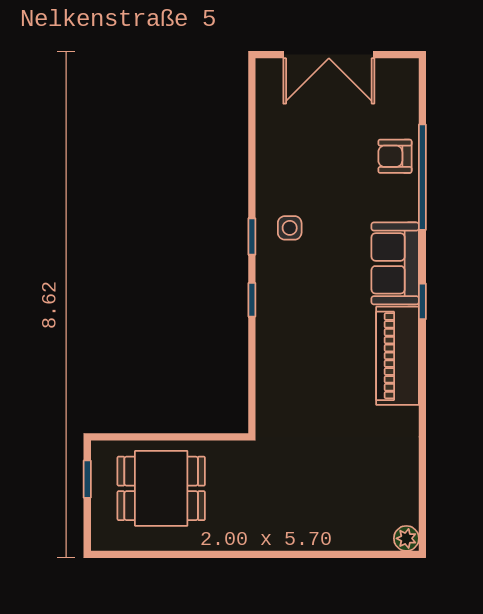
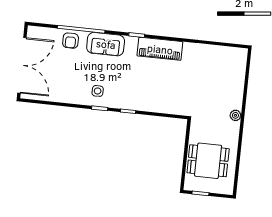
double door: (329, 55) -> (22, 65), width x1.36
sofa: (395, 263) -> (106, 44), moved
dining table: (161, 488) -> (208, 161), turned 90
plant: (406, 538) -> (235, 115), moved

